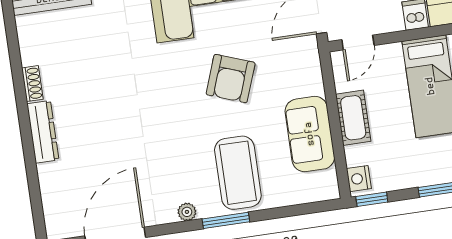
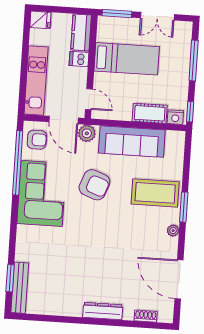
plant: (306, 50) -> (87, 133), added
shoe rack: (32, 84) -> (146, 316), moved
cot: (353, 118) -> (150, 113), moved
sofa: (310, 134) -> (132, 142), width x1.36

